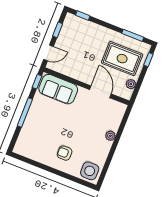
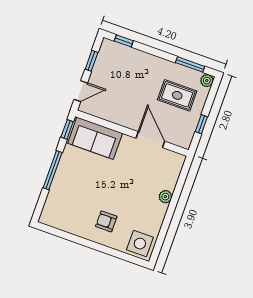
rug: (122, 59) -> (177, 95), width x0.73, depth x0.70
window: (148, 60) -> (201, 124), moved
plant: (131, 84) -> (207, 81), moved

